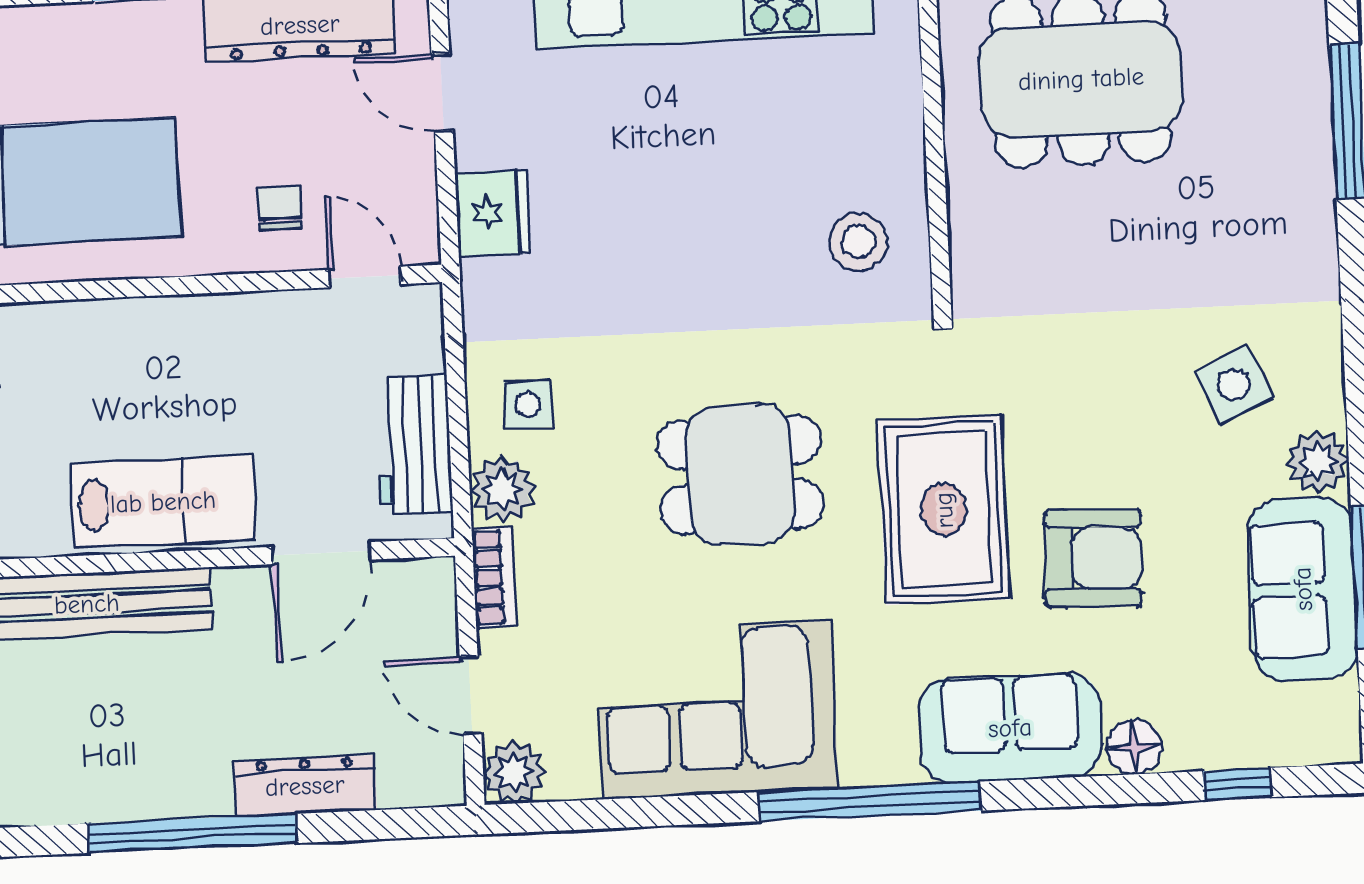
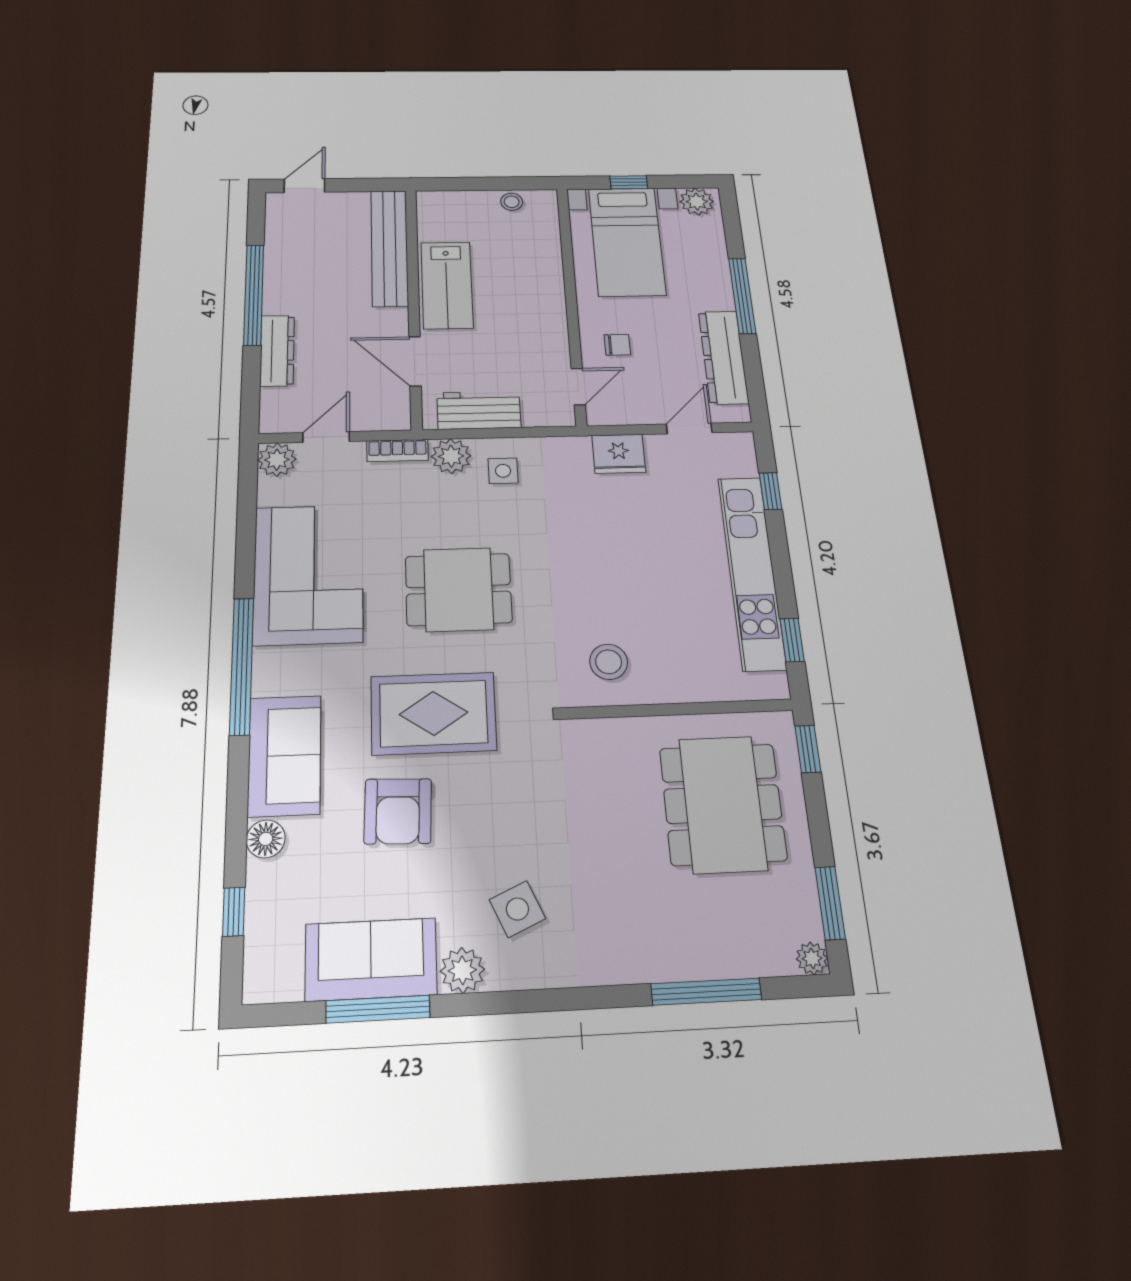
dining table: (740, 475) -> (458, 589), turned 90

